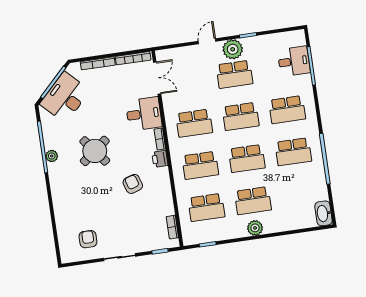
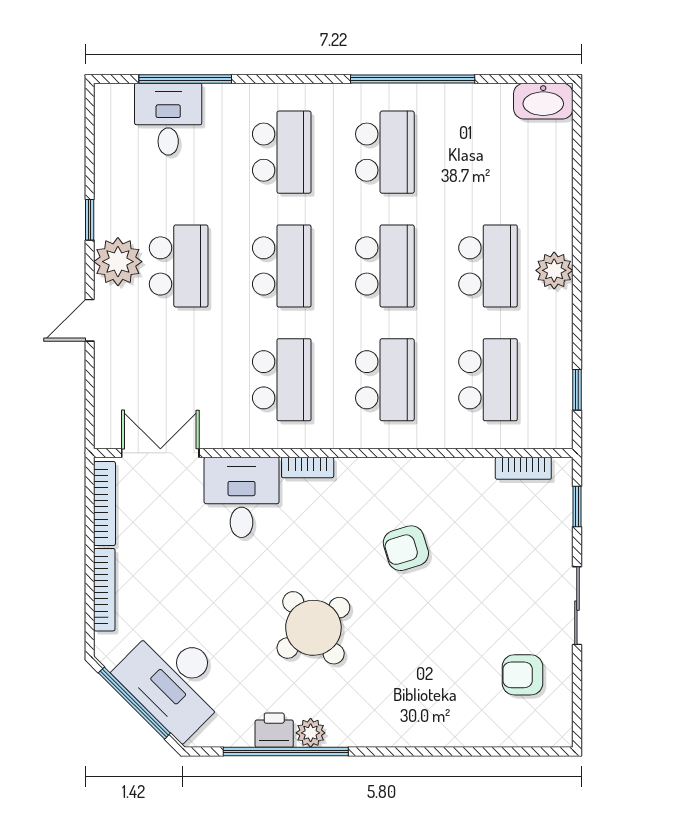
door: (207, 41) -> (90, 320), hinge flipped
printer: (160, 159) -> (274, 730), moved, turned 180

